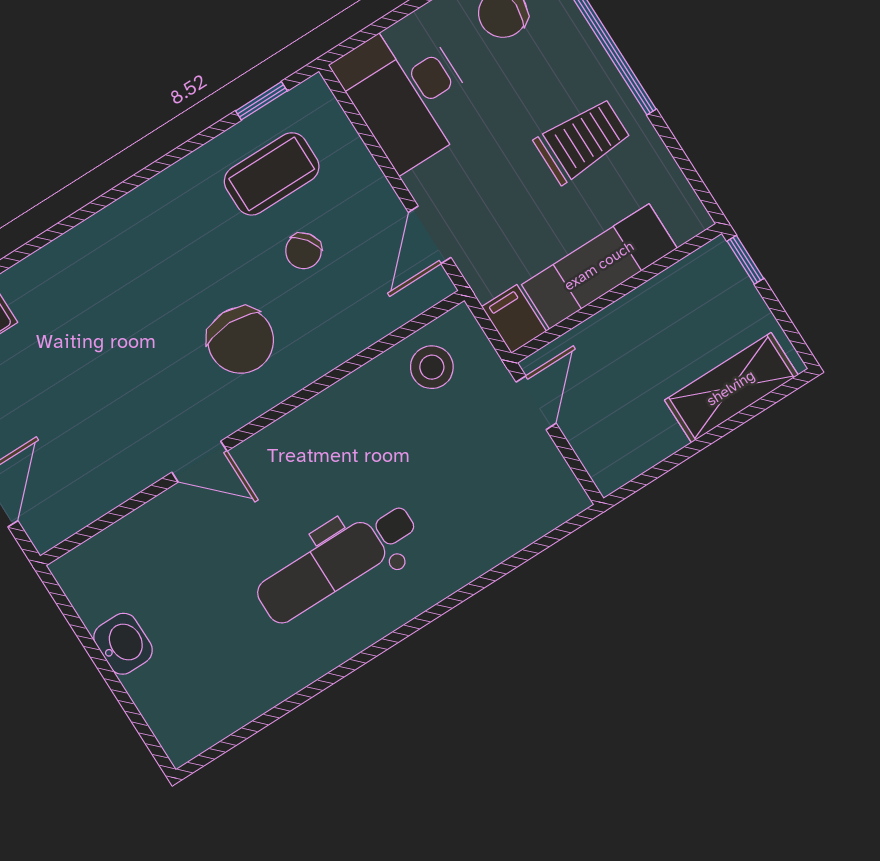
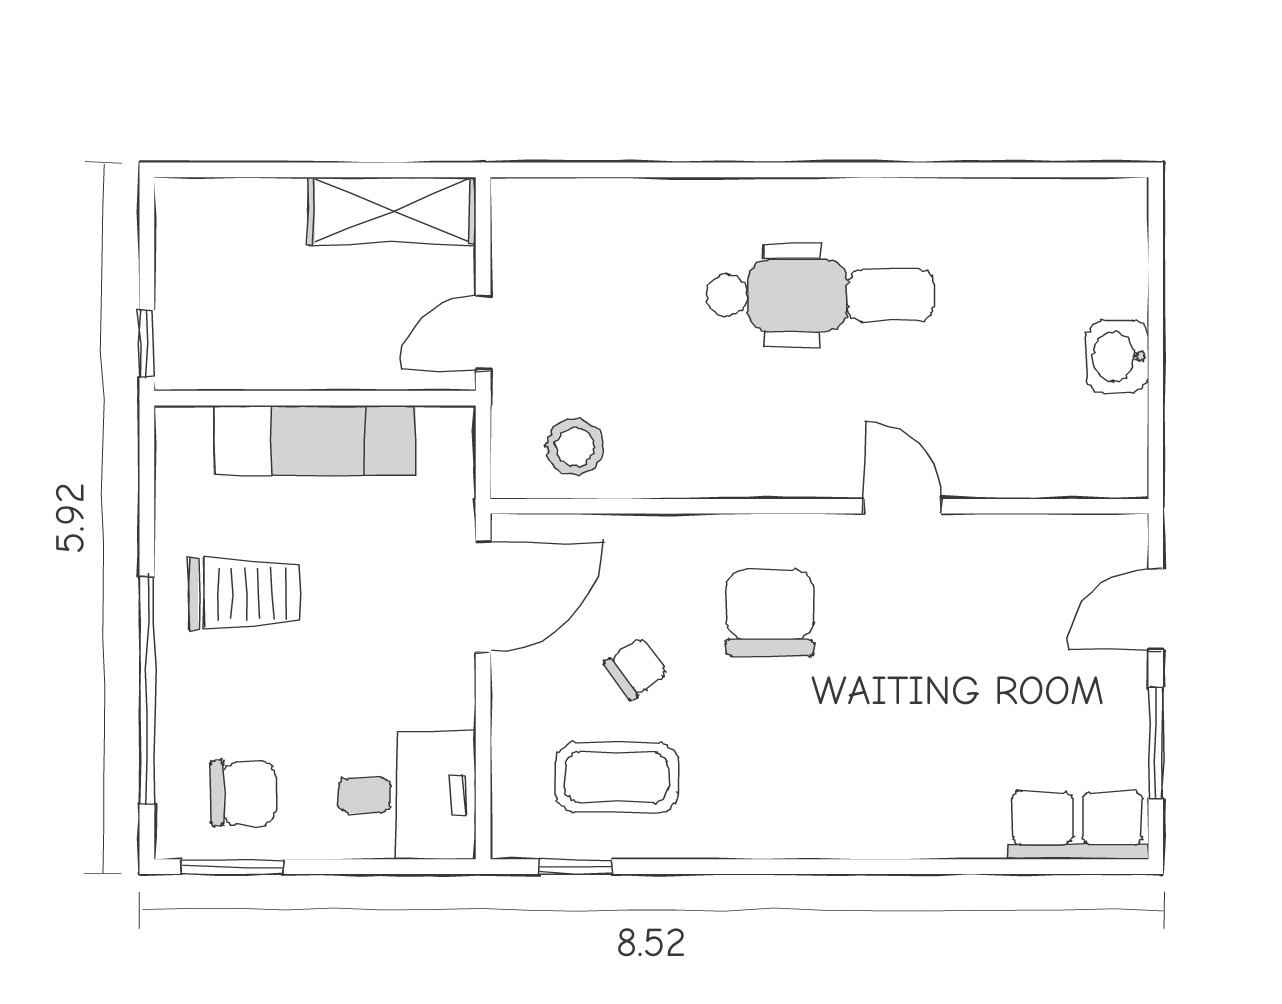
desk: (407, 93) -> (407, 795), width x0.73
trolley: (582, 141) -> (245, 594), turned 180
door: (430, 235) -> (483, 597), width x1.38
filing cabinet: (514, 319) -> (448, 442), removed
shelving: (731, 388) -> (392, 211), moved

